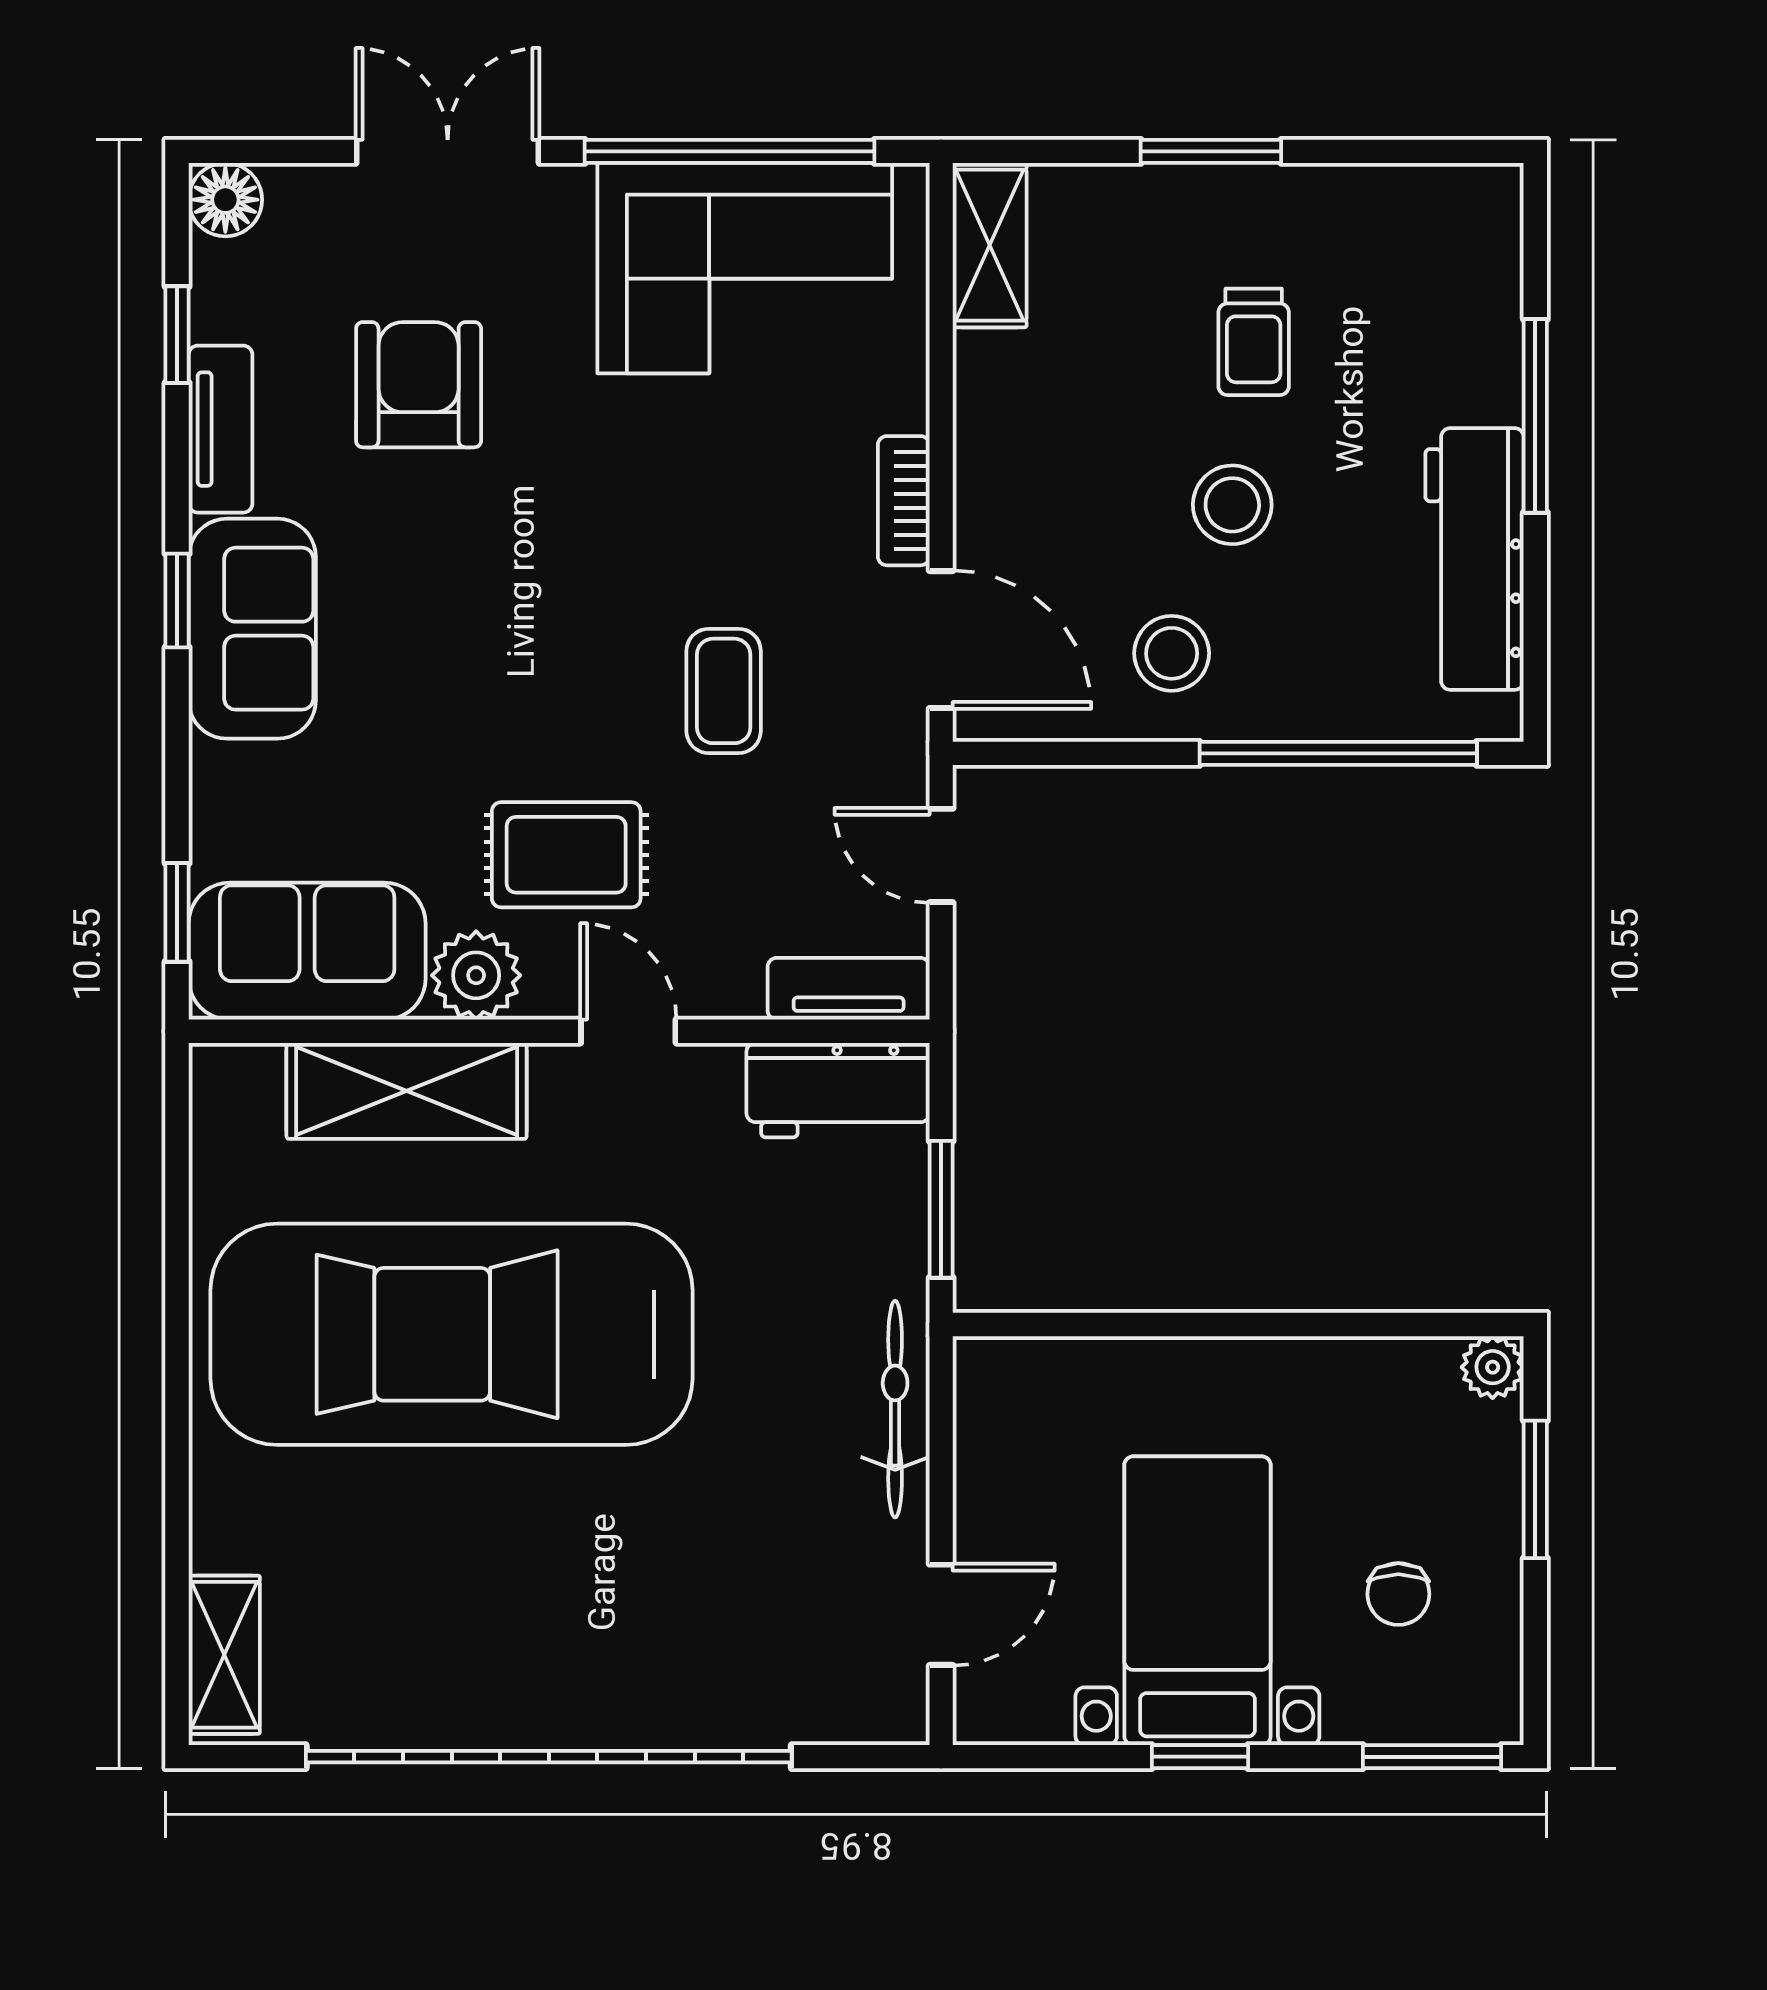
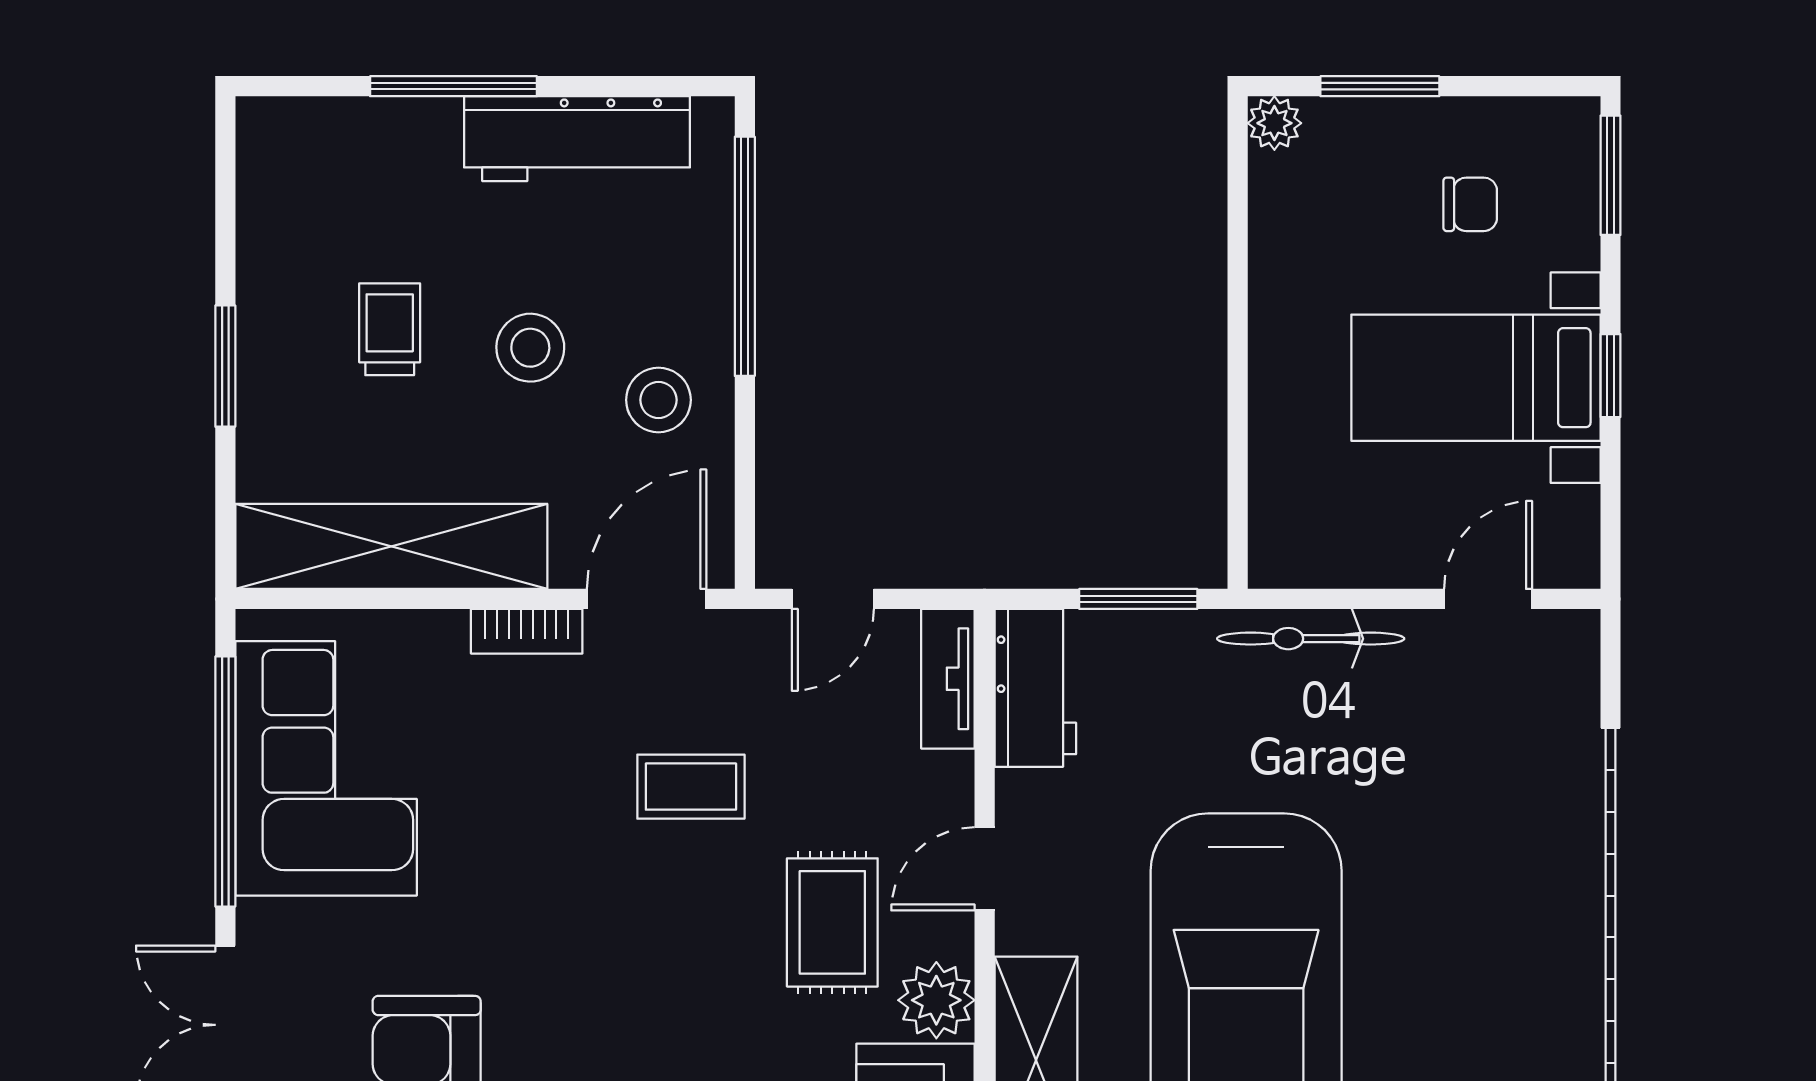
shelving: (990, 245) -> (391, 546), width x2.20, depth x1.33
trolley: (1254, 342) -> (390, 329), turned -90
door: (941, 1615) -> (1488, 599), hinge flipped

